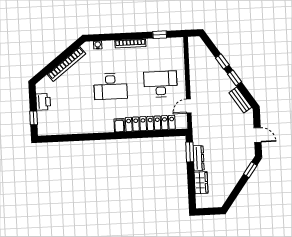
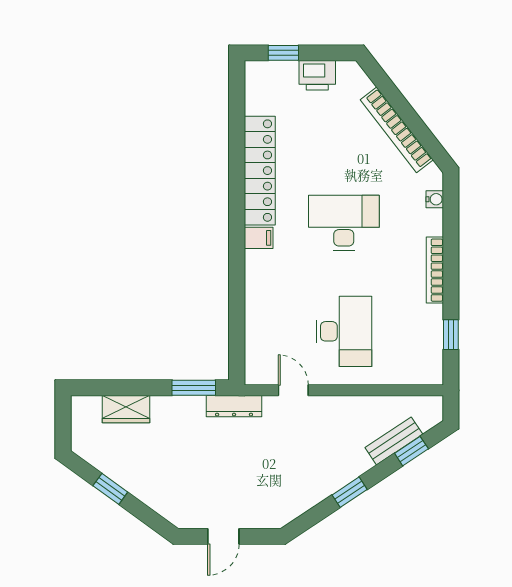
window: (222, 61) -> (411, 451), moved
desk: (111, 86) -> (344, 223), turned 90
bench: (240, 100) -> (394, 441), moved
locker: (150, 123) -> (260, 171), moved
dresser: (199, 158) -> (234, 406), moved
window: (250, 170) -> (110, 489), moved

